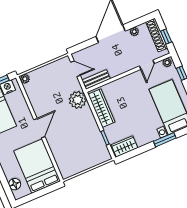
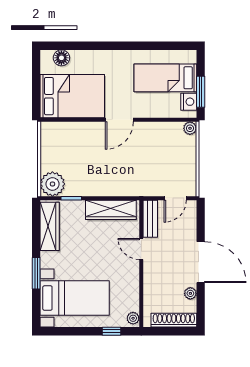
window: (166, 36) -> (167, 331), removed
door: (147, 65) -> (141, 249), moved
plant: (78, 100) -> (52, 184), moved
door: (39, 128) -> (119, 120), hinge flipped
wardrobe: (124, 146) -> (50, 226), width x1.50

